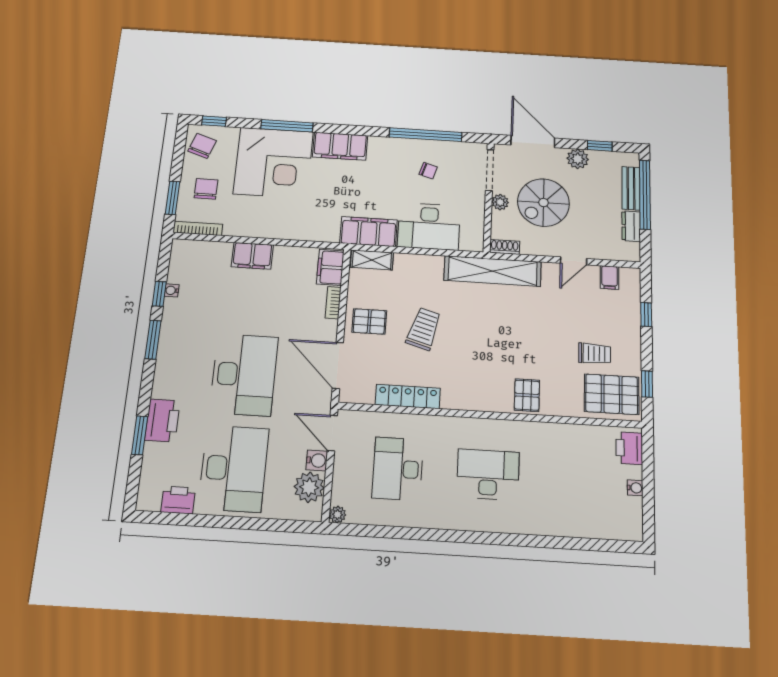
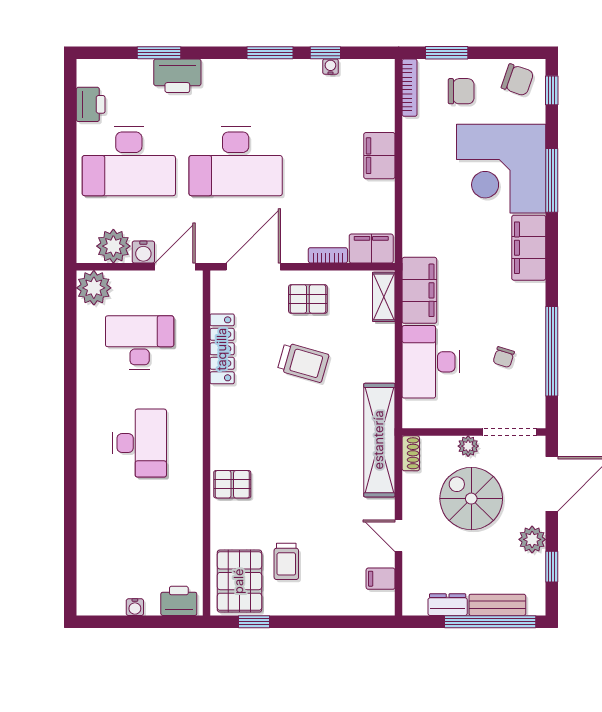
window: (646, 314) -> (338, 622), removed
pallet: (369, 321) -> (308, 299), turned 90
plant: (337, 515) -> (94, 288), width x1.88, depth x1.88

